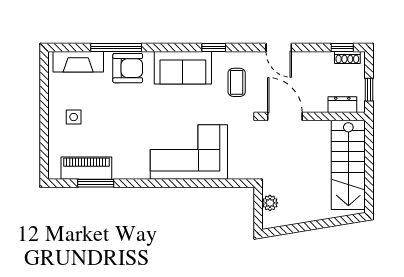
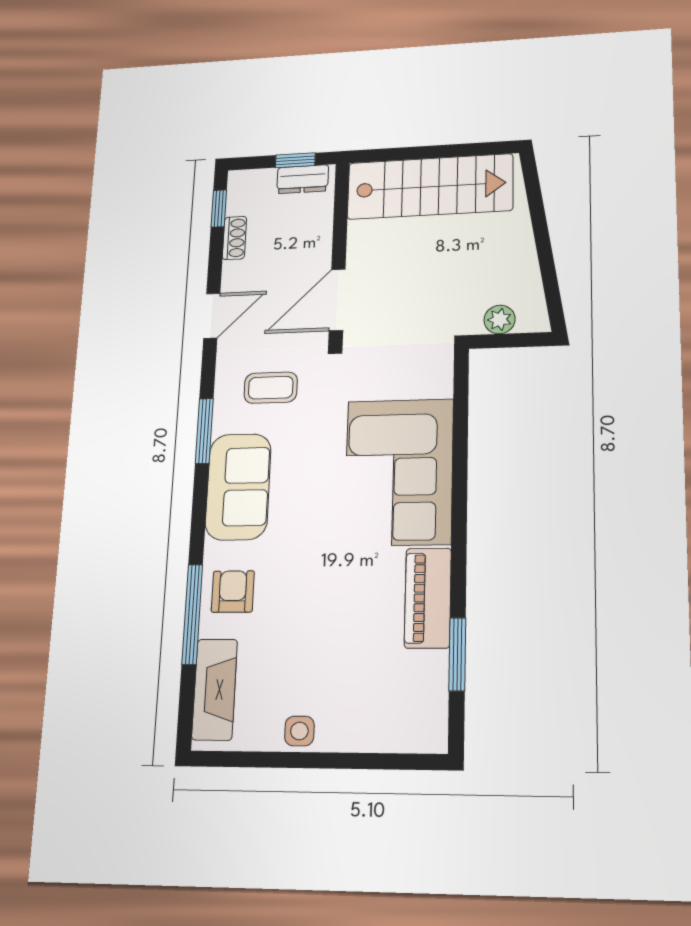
window: (214, 48) -> (204, 431), width x1.50
shoe rack: (347, 58) -> (234, 238), moved
armchair: (128, 68) -> (233, 592), width x0.72, depth x0.72
dresser: (342, 105) -> (303, 179), moved, turned -90
side table: (74, 117) -> (299, 731), moved
piano: (86, 168) -> (428, 598), moved

